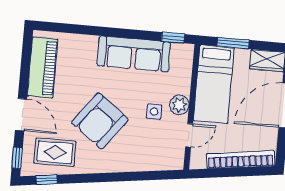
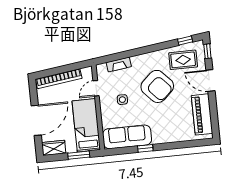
window: (173, 38) -> (145, 148), moved
sofa: (134, 54) -> (127, 137), moved
plant: (179, 105) -> (106, 107), removed
armchair: (100, 121) -> (157, 86), turned 100
fireplace: (150, 164) -> (119, 64), added

